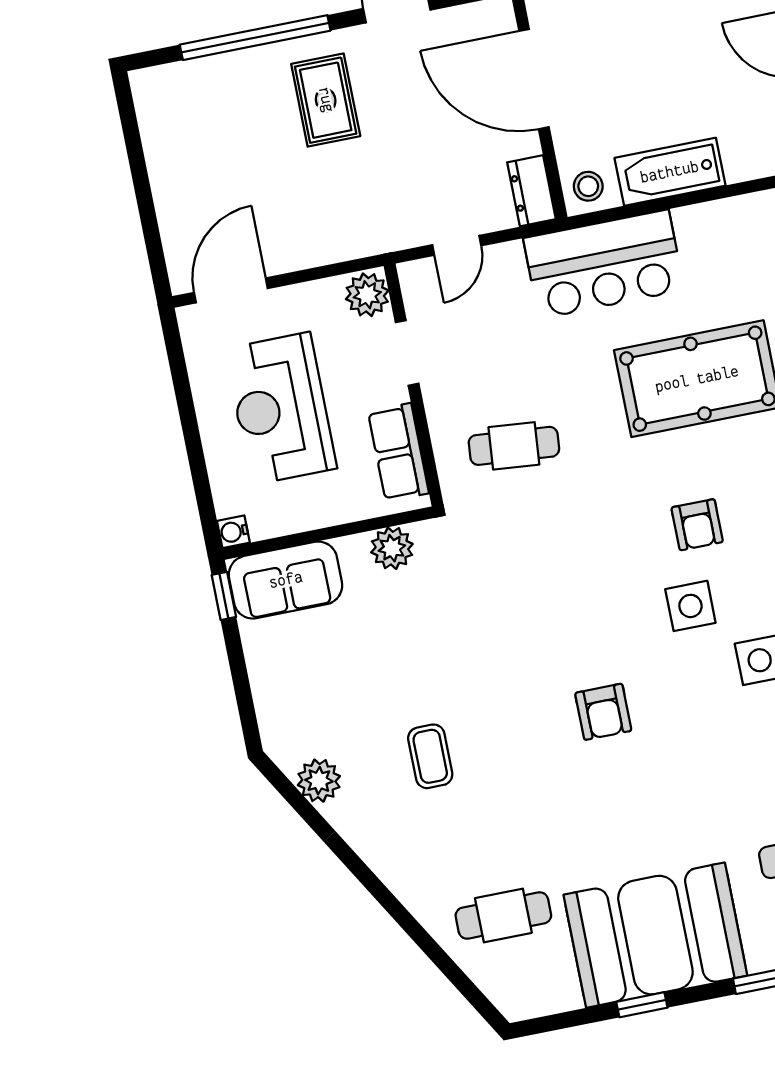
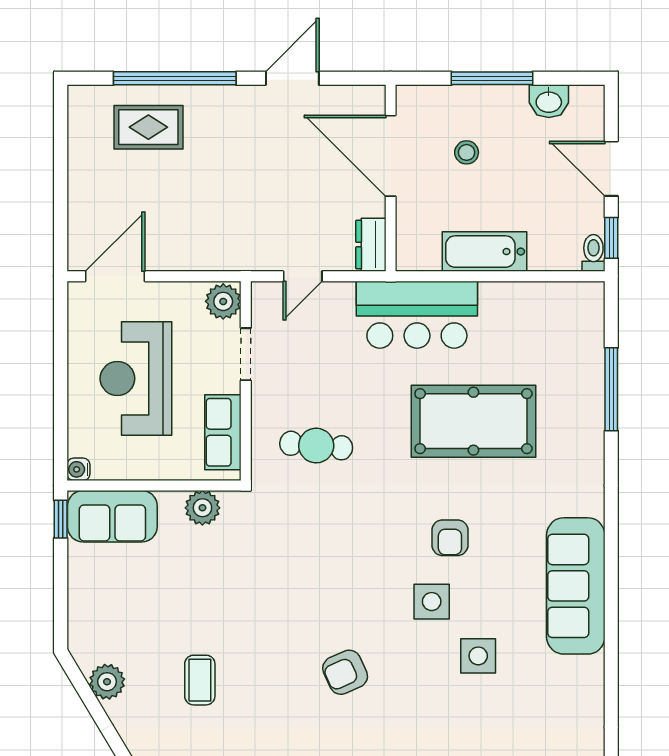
rug: (326, 100) -> (148, 127), moved, turned 90
stool: (588, 186) -> (467, 152), moved
armchair: (603, 712) -> (345, 672), turned 66

